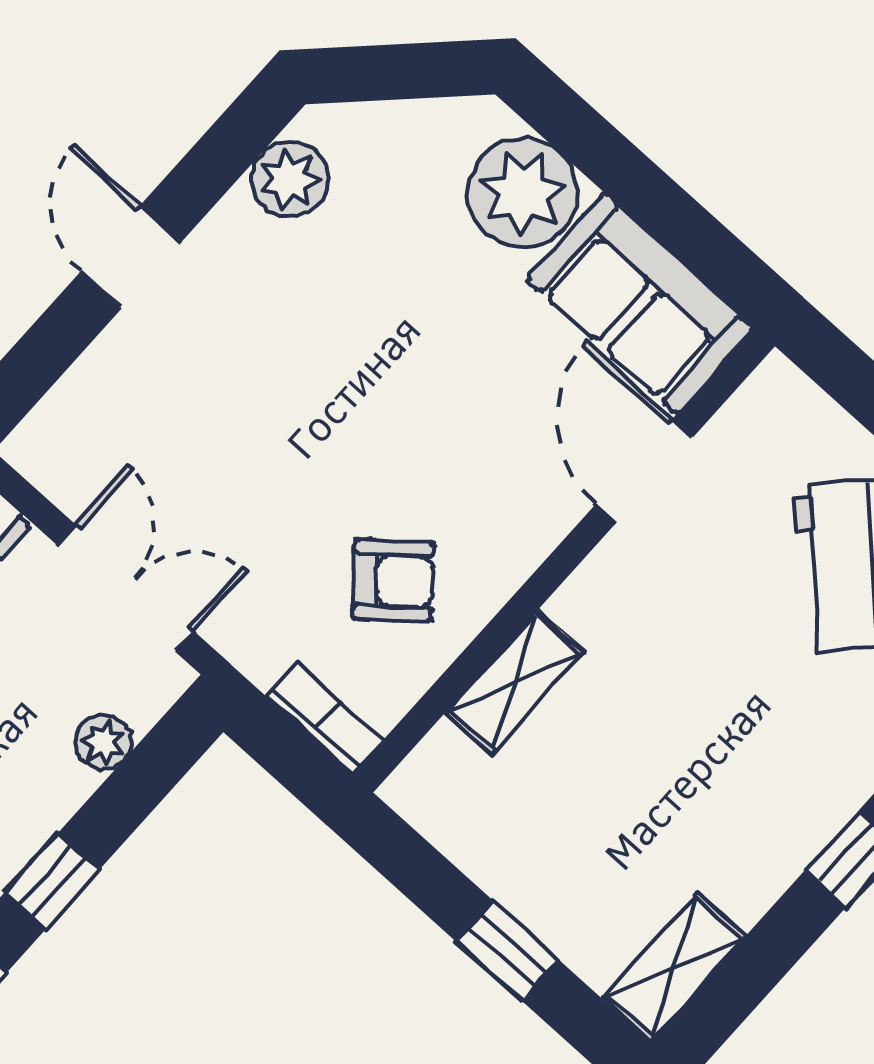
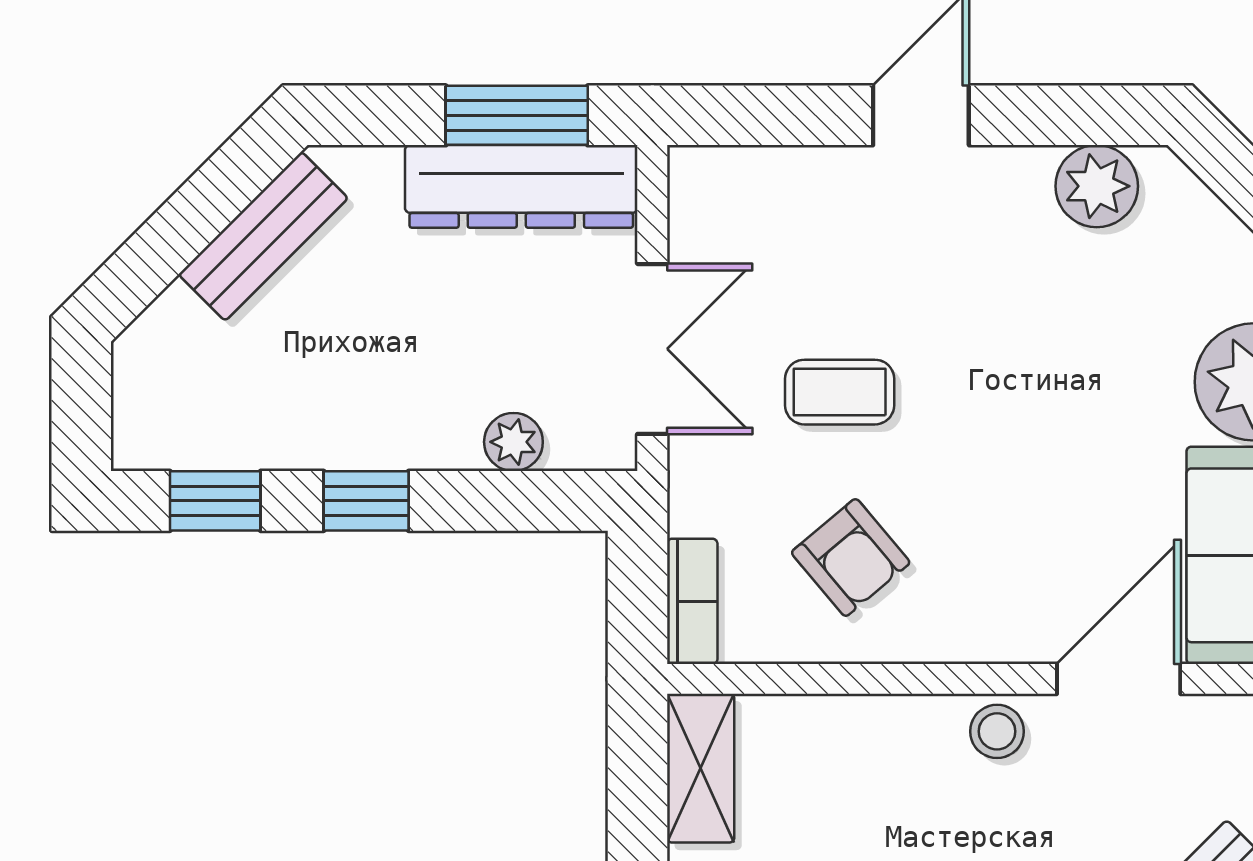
coffee table: (272, 485) -> (840, 392), added
stool: (605, 588) -> (997, 731), added
shelving: (514, 682) -> (701, 768), moved, turned 90

